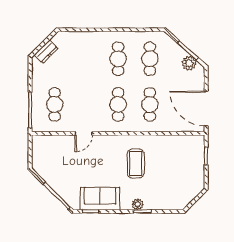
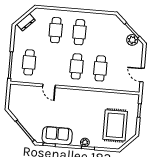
cafe table: (150, 59) -> (56, 30), moved
door: (206, 109) -> (142, 75), width x0.53
door: (84, 133) -> (49, 86), hinge flipped
coffee table: (136, 163) -> (86, 112), removed
rug: (176, 178) -> (115, 125), added

